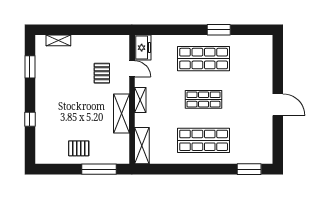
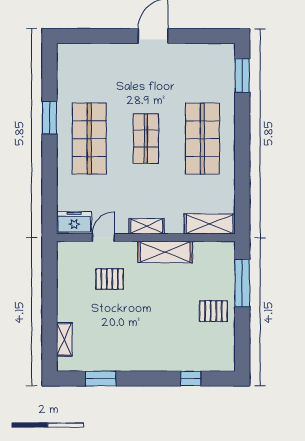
window: (30, 119) -> (191, 379), moved
pallet: (79, 148) -> (213, 311), turned 90

